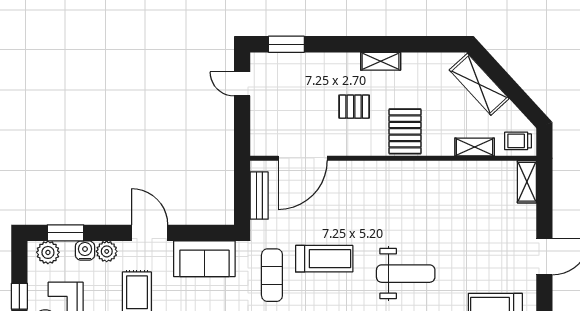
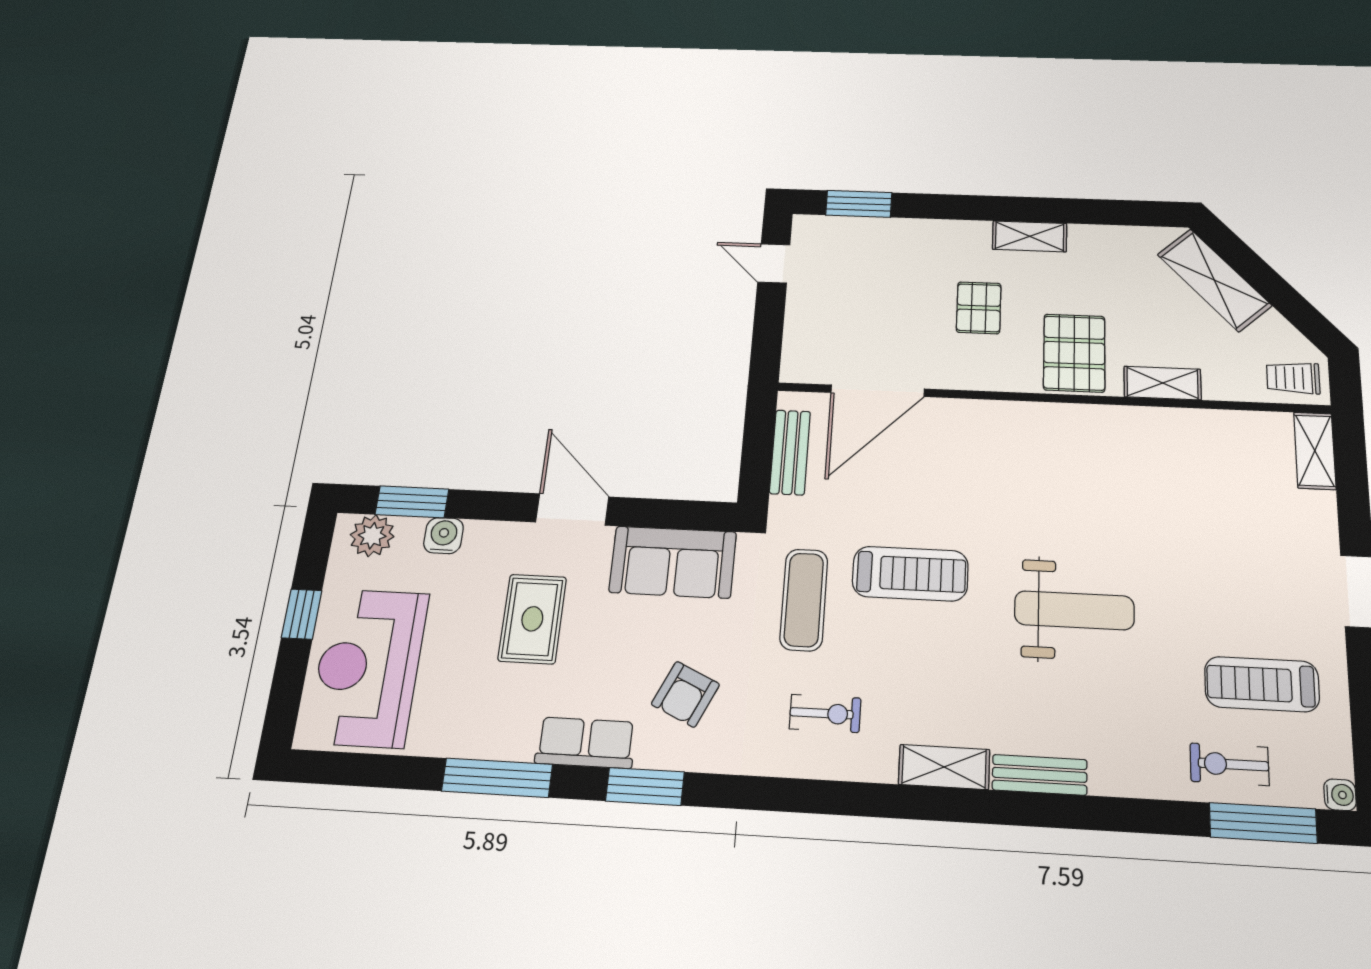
pallet: (354, 107) -> (979, 308), turned 90
shelving: (475, 147) -> (1162, 383), moved
plant: (107, 251) -> (485, 539), removed

